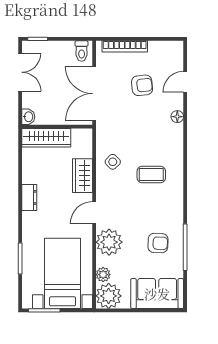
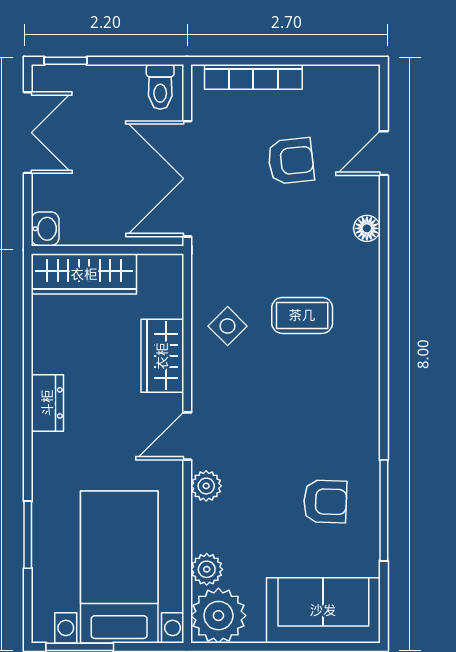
coffee table: (151, 175) -> (302, 315), moved
plant: (109, 242) -> (206, 486), width x0.53, depth x0.53

